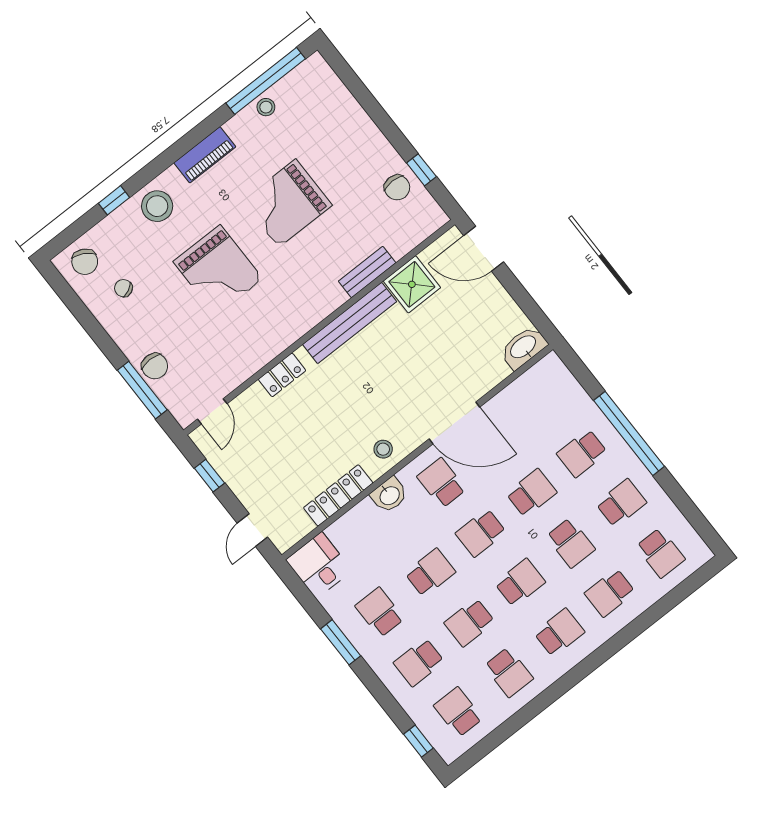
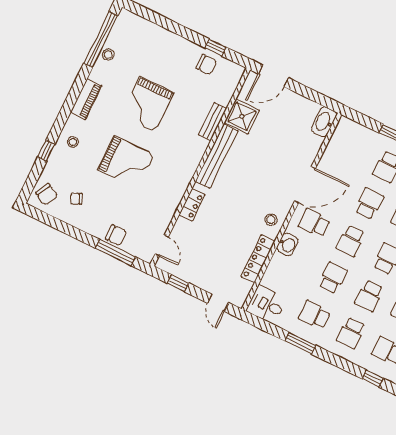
stool: (157, 206) -> (73, 142), width x0.53, depth x0.53

